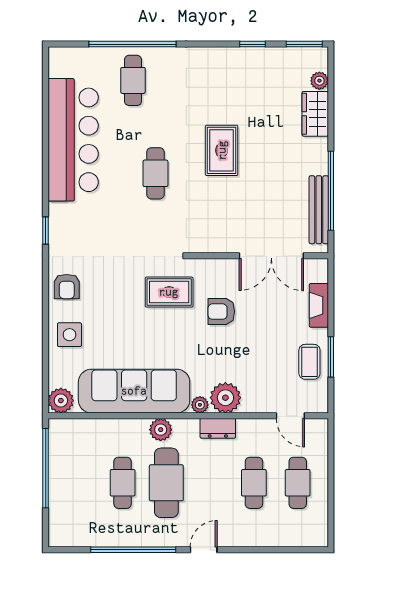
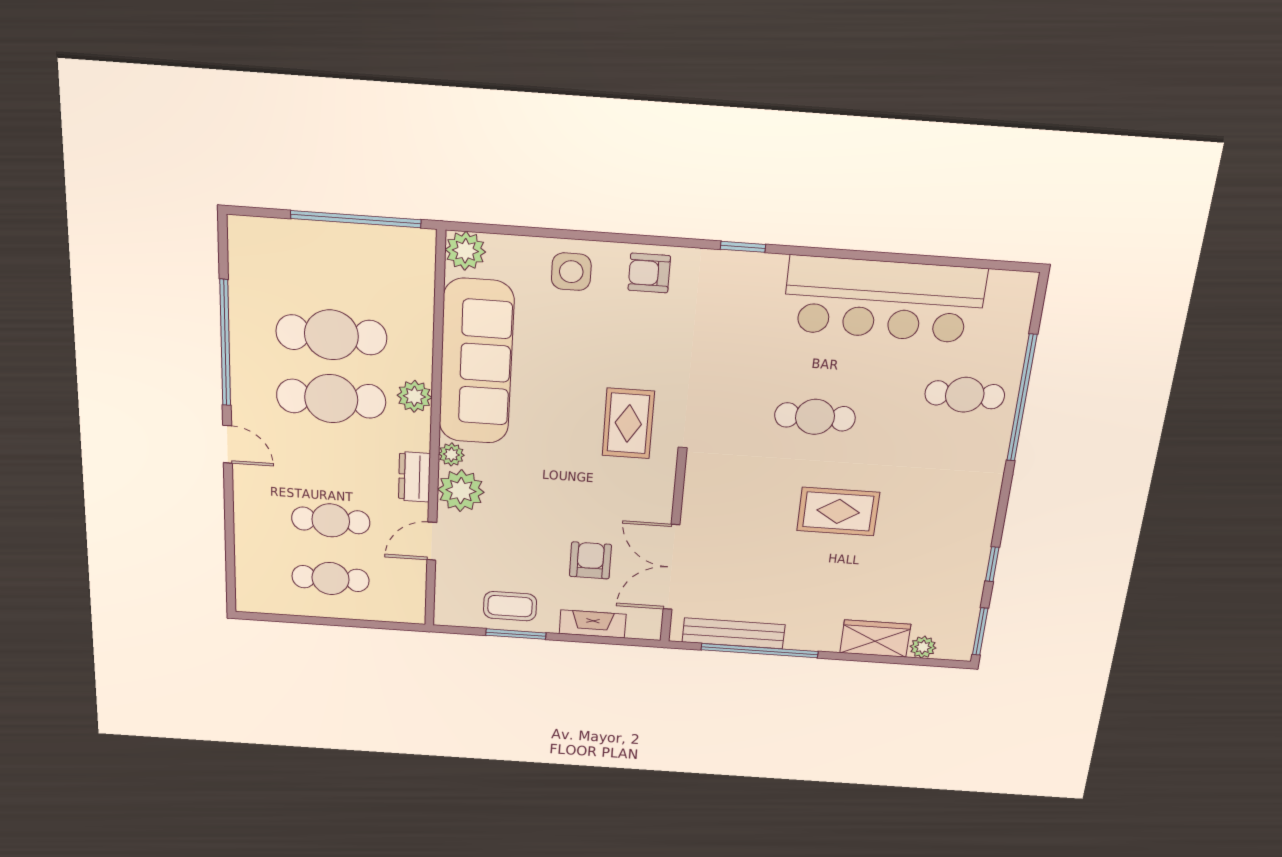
armchair: (221, 312) -> (590, 560), moved
door: (290, 416) -> (432, 541), moved
cafe table: (123, 483) -> (331, 335), width x1.37, depth x1.35

